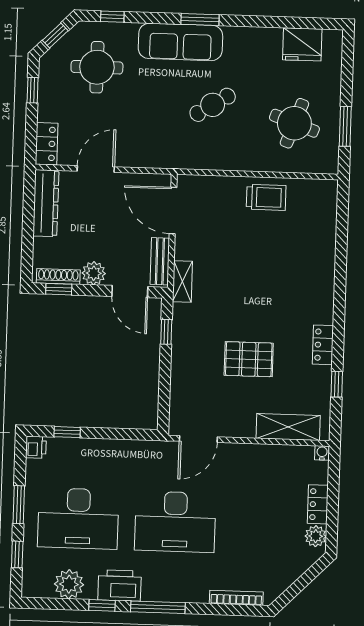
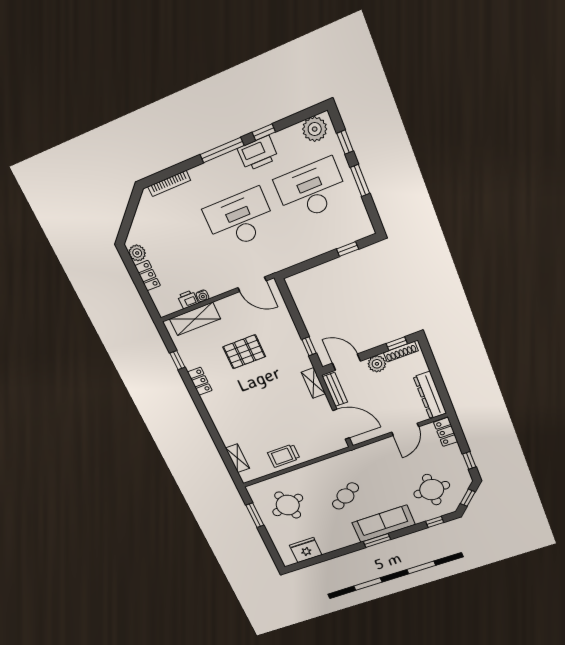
round table: (294, 123) -> (288, 505), turned -36
shelving: (328, 219) -> (237, 458), added
door: (198, 439) -> (252, 284), swing flipped
printer: (36, 447) -> (188, 299), moved, turned 90
water cooler: (322, 453) -> (203, 296), moved
plant: (69, 584) -> (315, 129), moved

